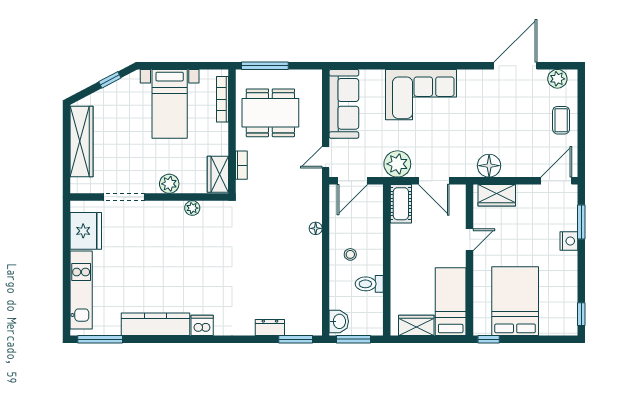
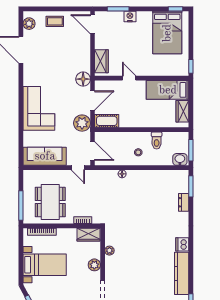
floor lamp: (489, 166) -> (83, 79), moved
bed: (515, 301) -> (167, 33), moved, turned -90

